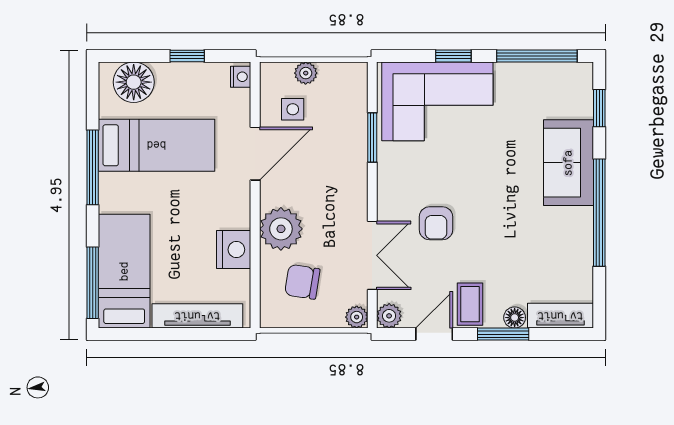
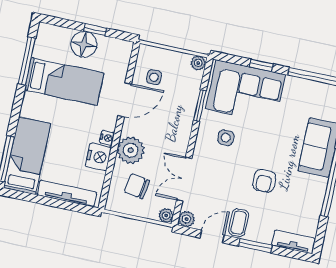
plant: (306, 73) -> (198, 63), moved
nightstand: (241, 77) -> (107, 138), moved
floor lamp: (134, 82) -> (84, 44), moved
window: (93, 167) -> (27, 61), moved
side table: (422, 178) -> (226, 138), added
armchair: (436, 223) -> (264, 181), moved
double door: (372, 255) -> (184, 179), swing flipped
floor lamp: (515, 318) -> (265, 237), removed

